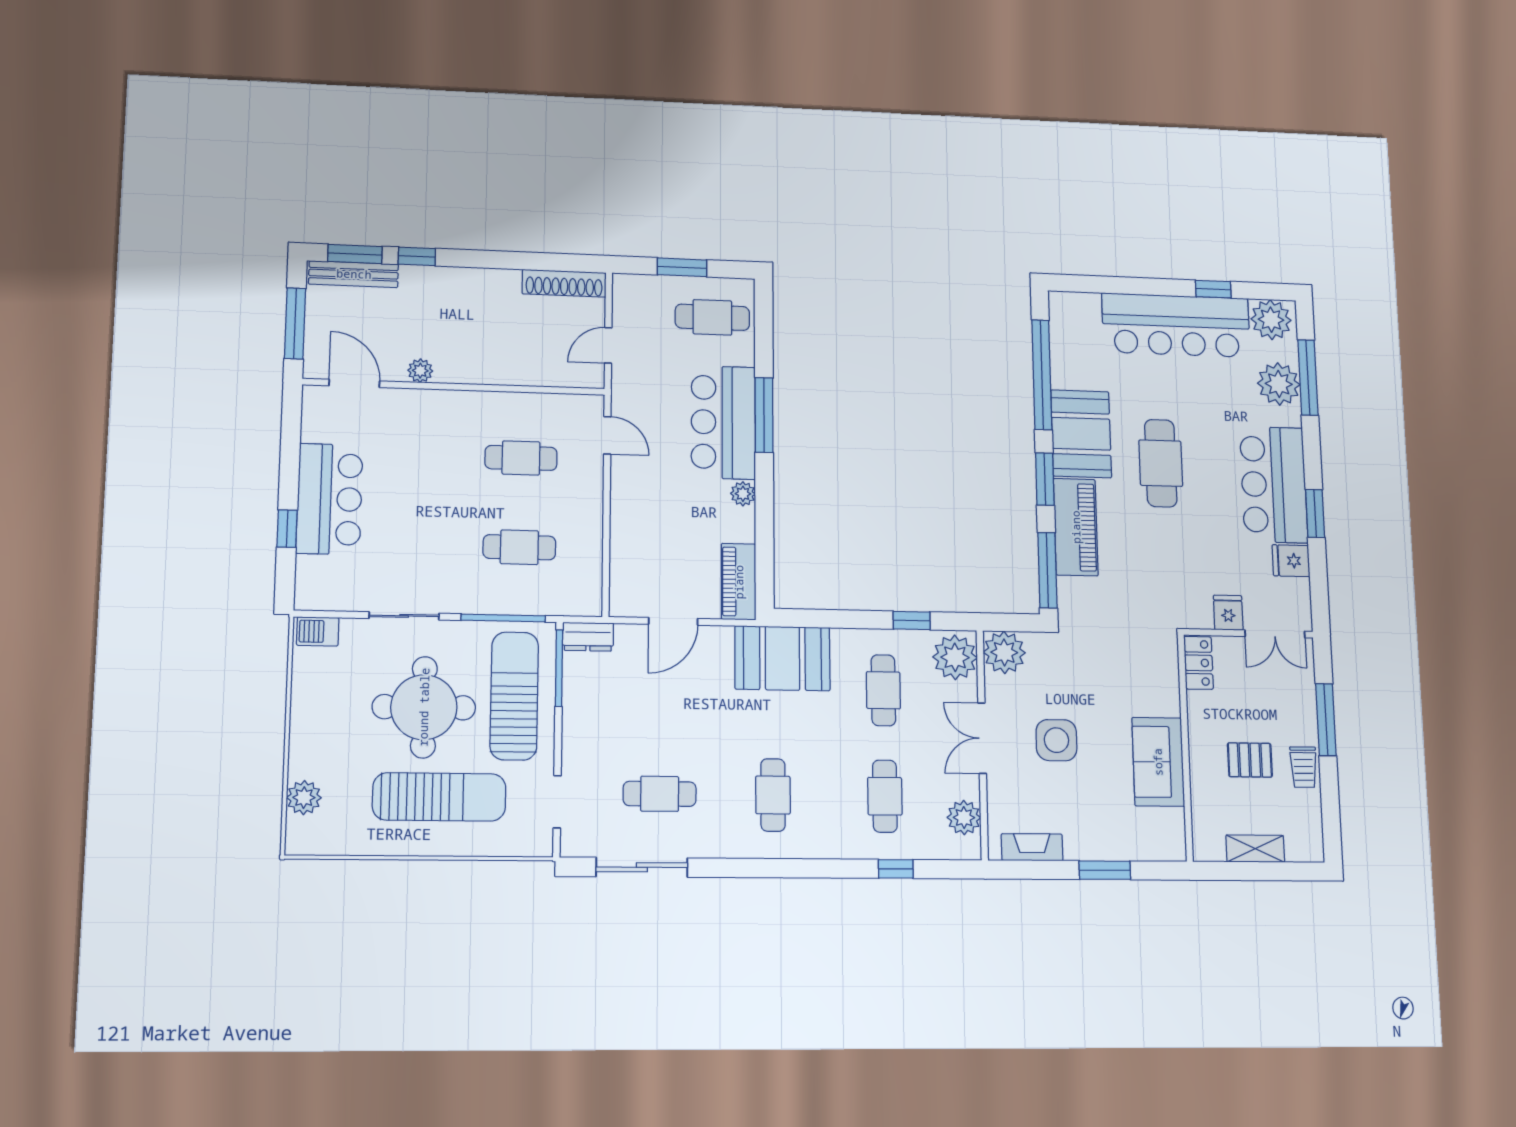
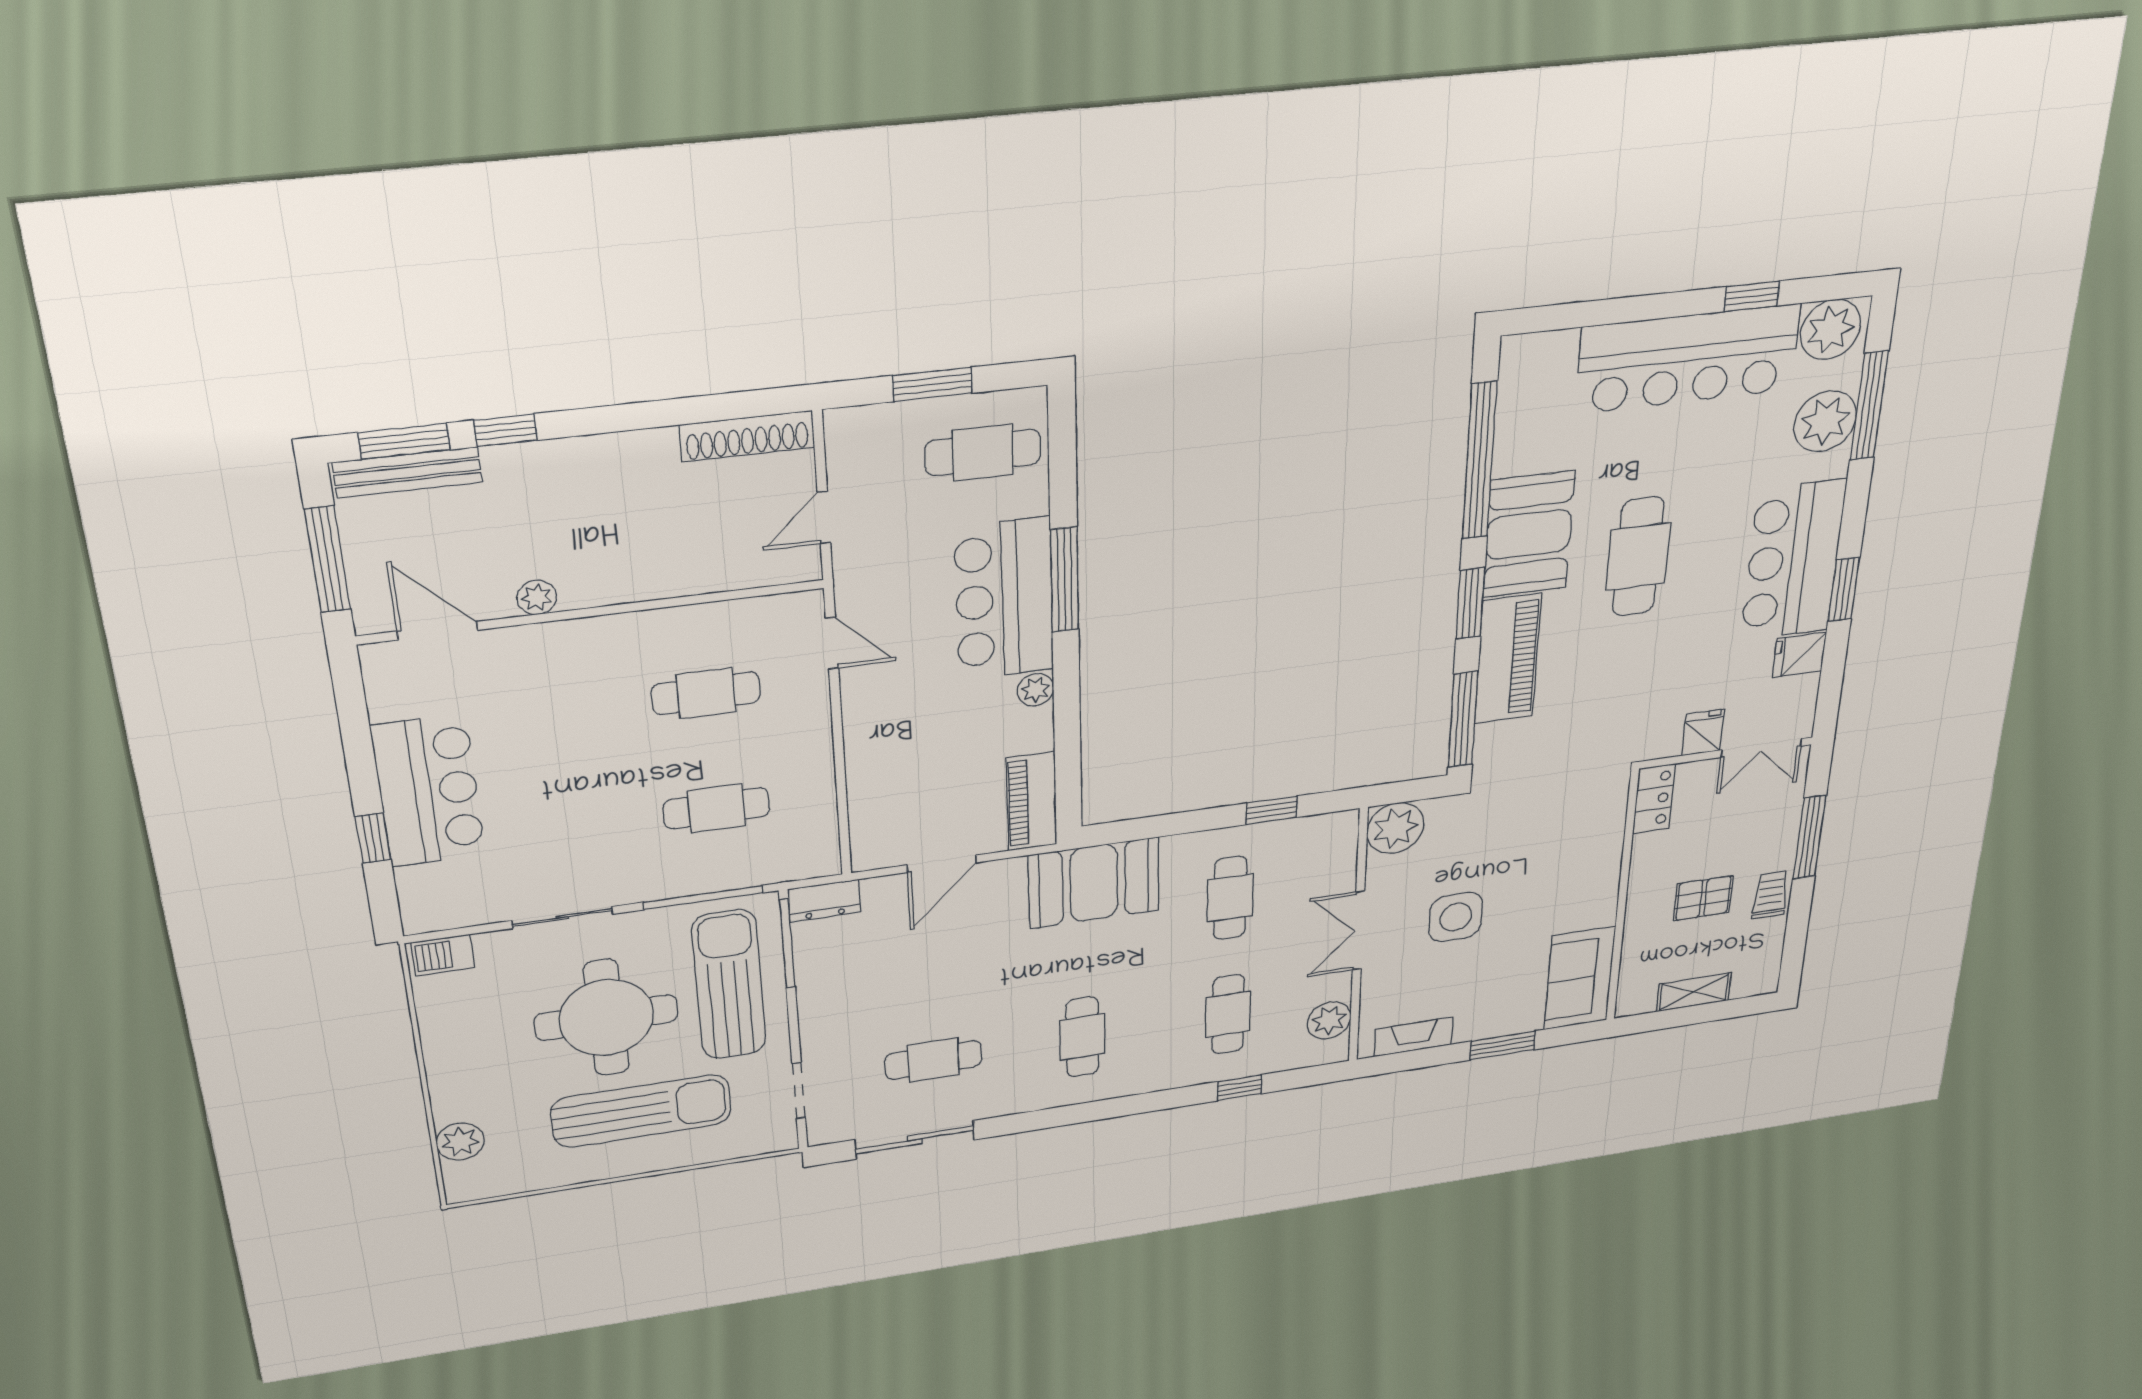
plant: (955, 657) -> (1328, 844), removed
sofa: (1158, 762) -> (1580, 978), moved
trolley: (1303, 767) -> (1770, 895), turned 180

